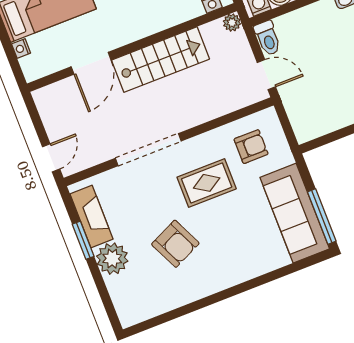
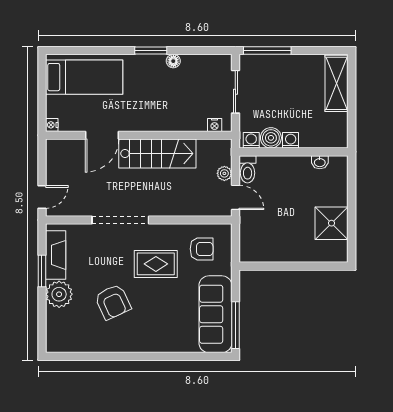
plant: (232, 23) -> (224, 173), moved
nightstand: (21, 49) -> (52, 125), moved

